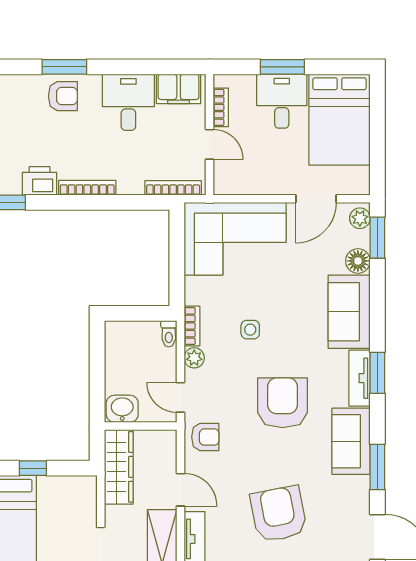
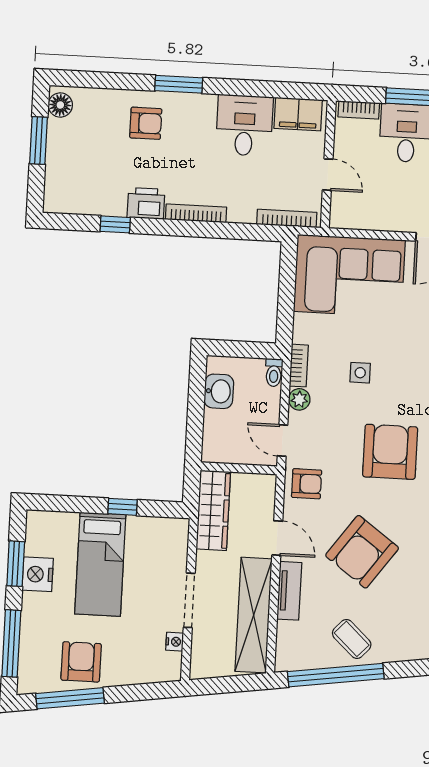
armchair: (63, 96) -> (146, 123), moved
bookcase: (221, 107) -> (359, 110), moved, turned 90
washbasin: (122, 409) -> (219, 391), moved, turned 90
armchair: (279, 514) -> (362, 552), moved, turned -133

